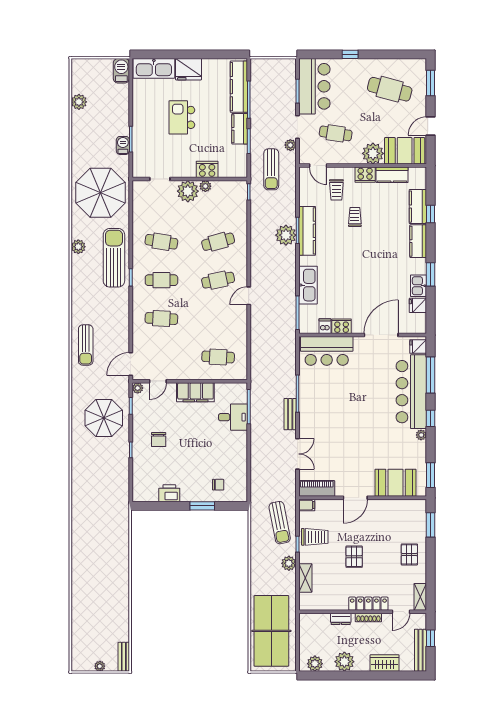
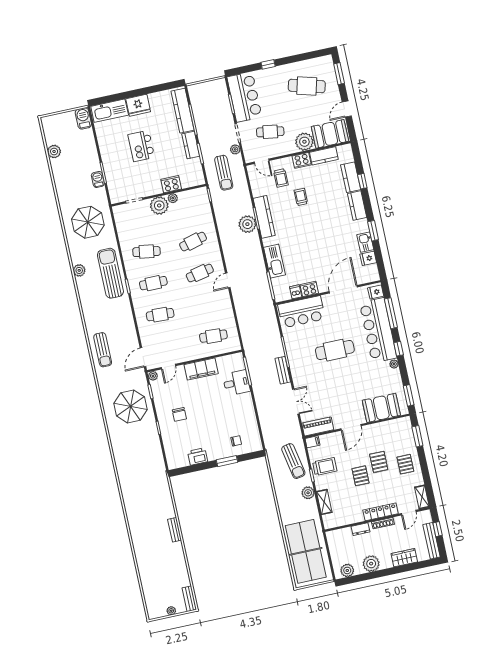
parasol: (101, 193) -> (88, 222), width x0.73, depth x0.73
cafe table: (356, 404) -> (335, 350), added
pallet: (379, 545) -> (379, 462), added
bench: (124, 573) -> (175, 530), added

